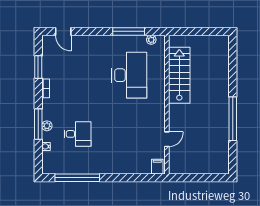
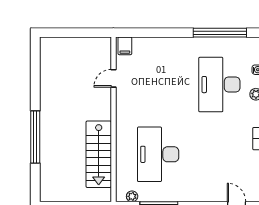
window: (233, 119) -> (35, 137), moved
desk: (78, 134) -> (219, 85), width x1.87, depth x1.30

